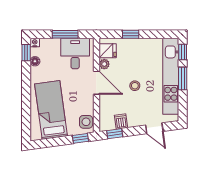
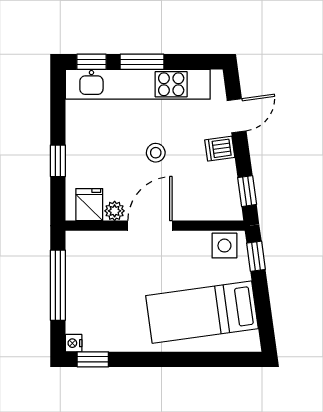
window: (65, 34) -> (58, 285), width x1.44
desk: (75, 54) -> (95, 266), removed
floor lamp: (35, 61) -> (109, 343), removed
dishwasher: (121, 122) -> (220, 149), moved

